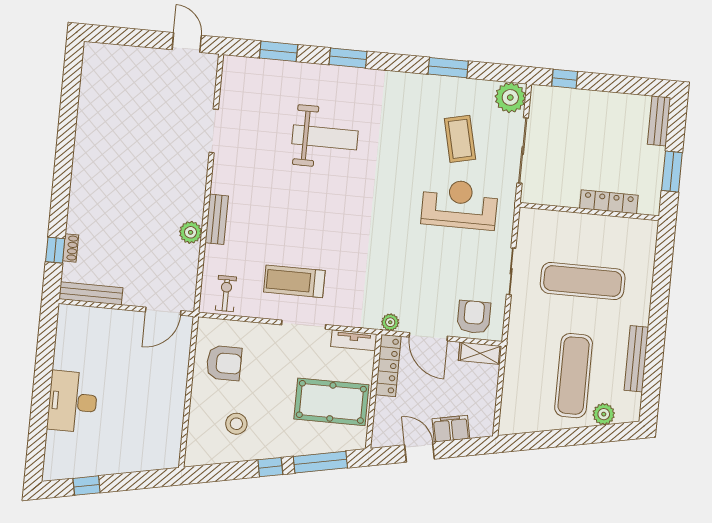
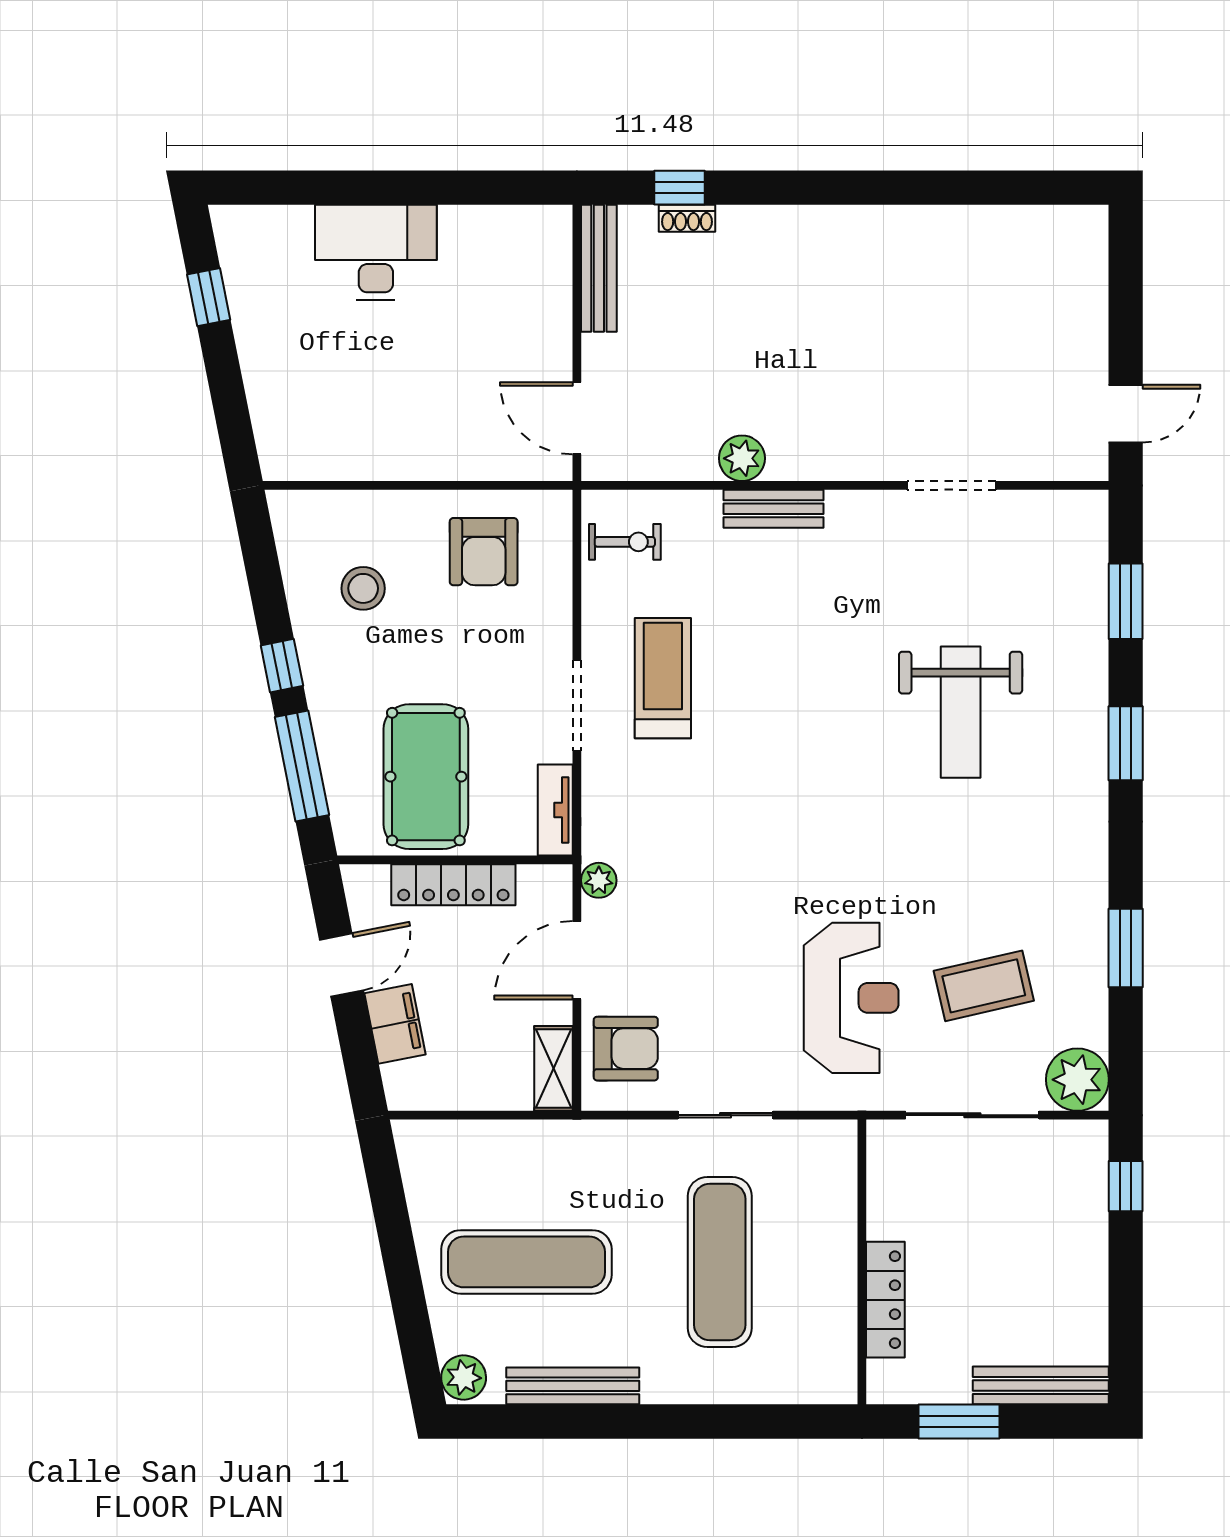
bench: (659, 121) -> (1041, 1385), width x1.36
locker: (388, 366) -> (453, 885), moved
plant: (604, 414) -> (464, 1378), moved

